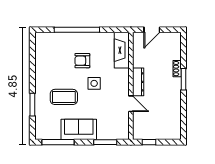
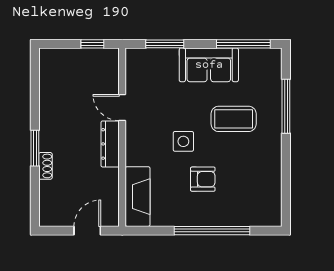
window: (32, 105) -> (286, 106), width x1.44

